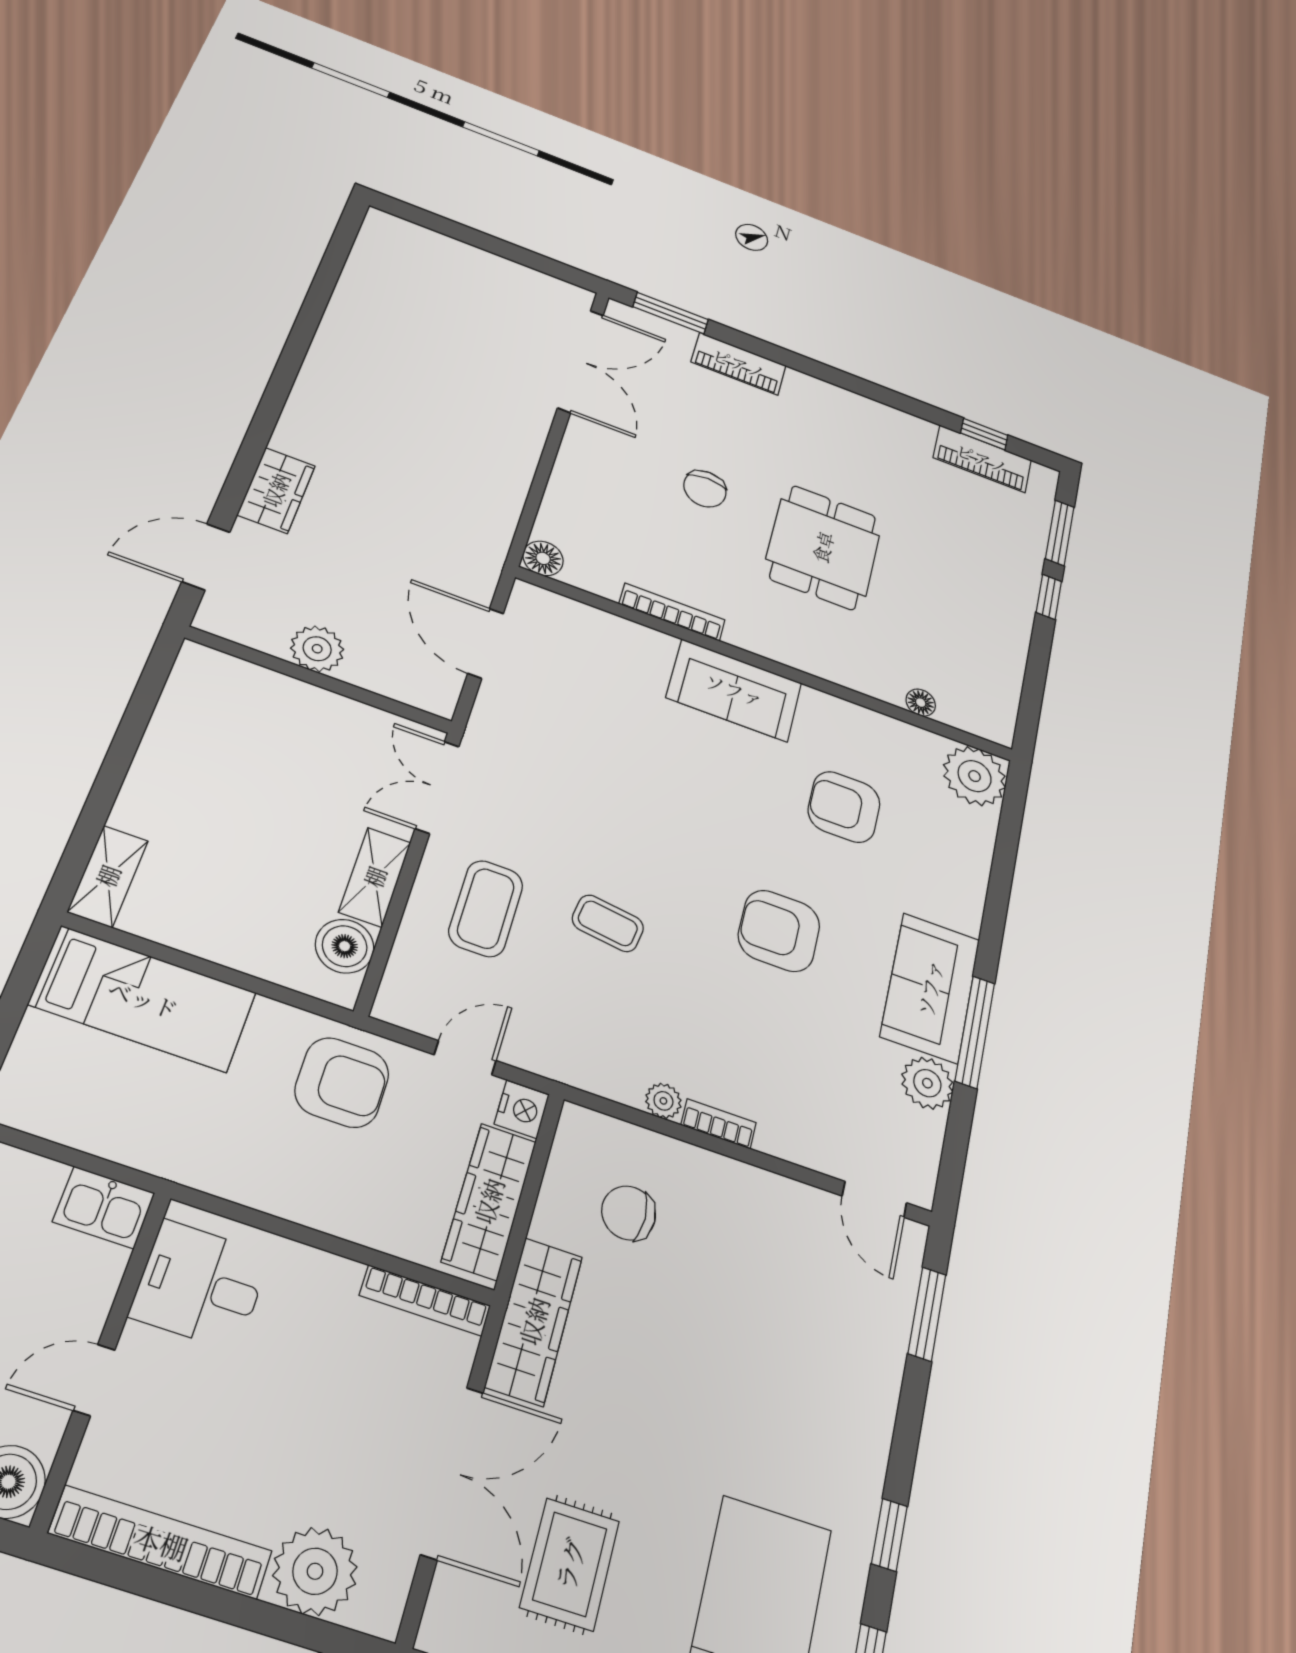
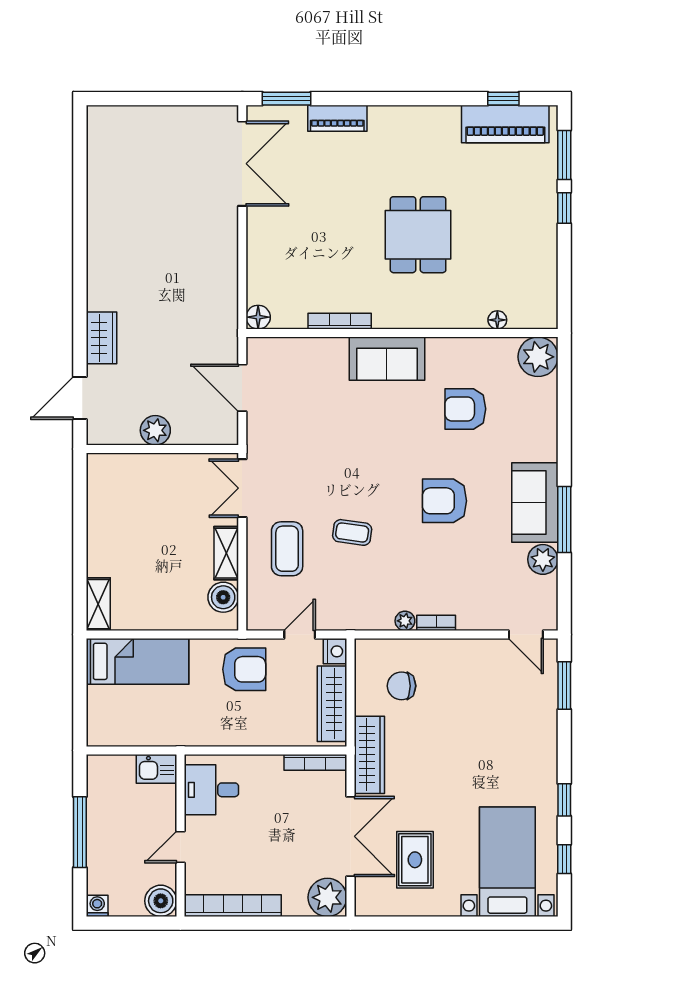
piano: (982, 459) -> (505, 124), width x1.37, depth x1.33
chair: (705, 489) -> (338, 224), removed
plant: (315, 1571) -> (327, 897), moved

